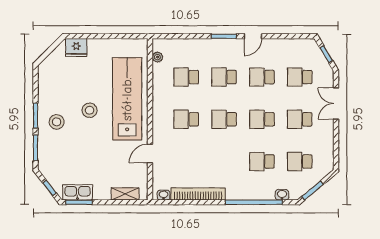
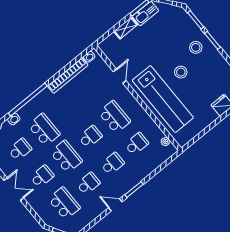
door: (253, 36) -> (115, 205), hinge flipped
school desk: (300, 77) -> (64, 203), width x1.85
double door: (336, 104) -> (14, 189), moved
school desk: (186, 119) -> (114, 117), width x1.85
school desk: (262, 119) -> (66, 157), width x1.85
school desk: (262, 162) -> (44, 130), width x1.85
shelving: (125, 194) -> (126, 28), moved

